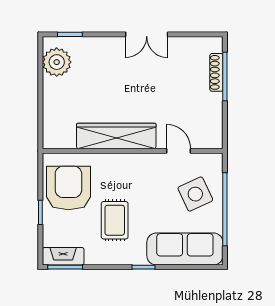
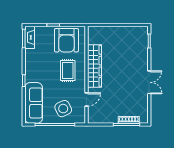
double door: (147, 34) -> (149, 82), swing flipped
plant: (57, 62) -> (134, 34), removed
armchair: (68, 188) -> (66, 40), turned 90
rug: (115, 220) -> (68, 70), moved, turned 90

